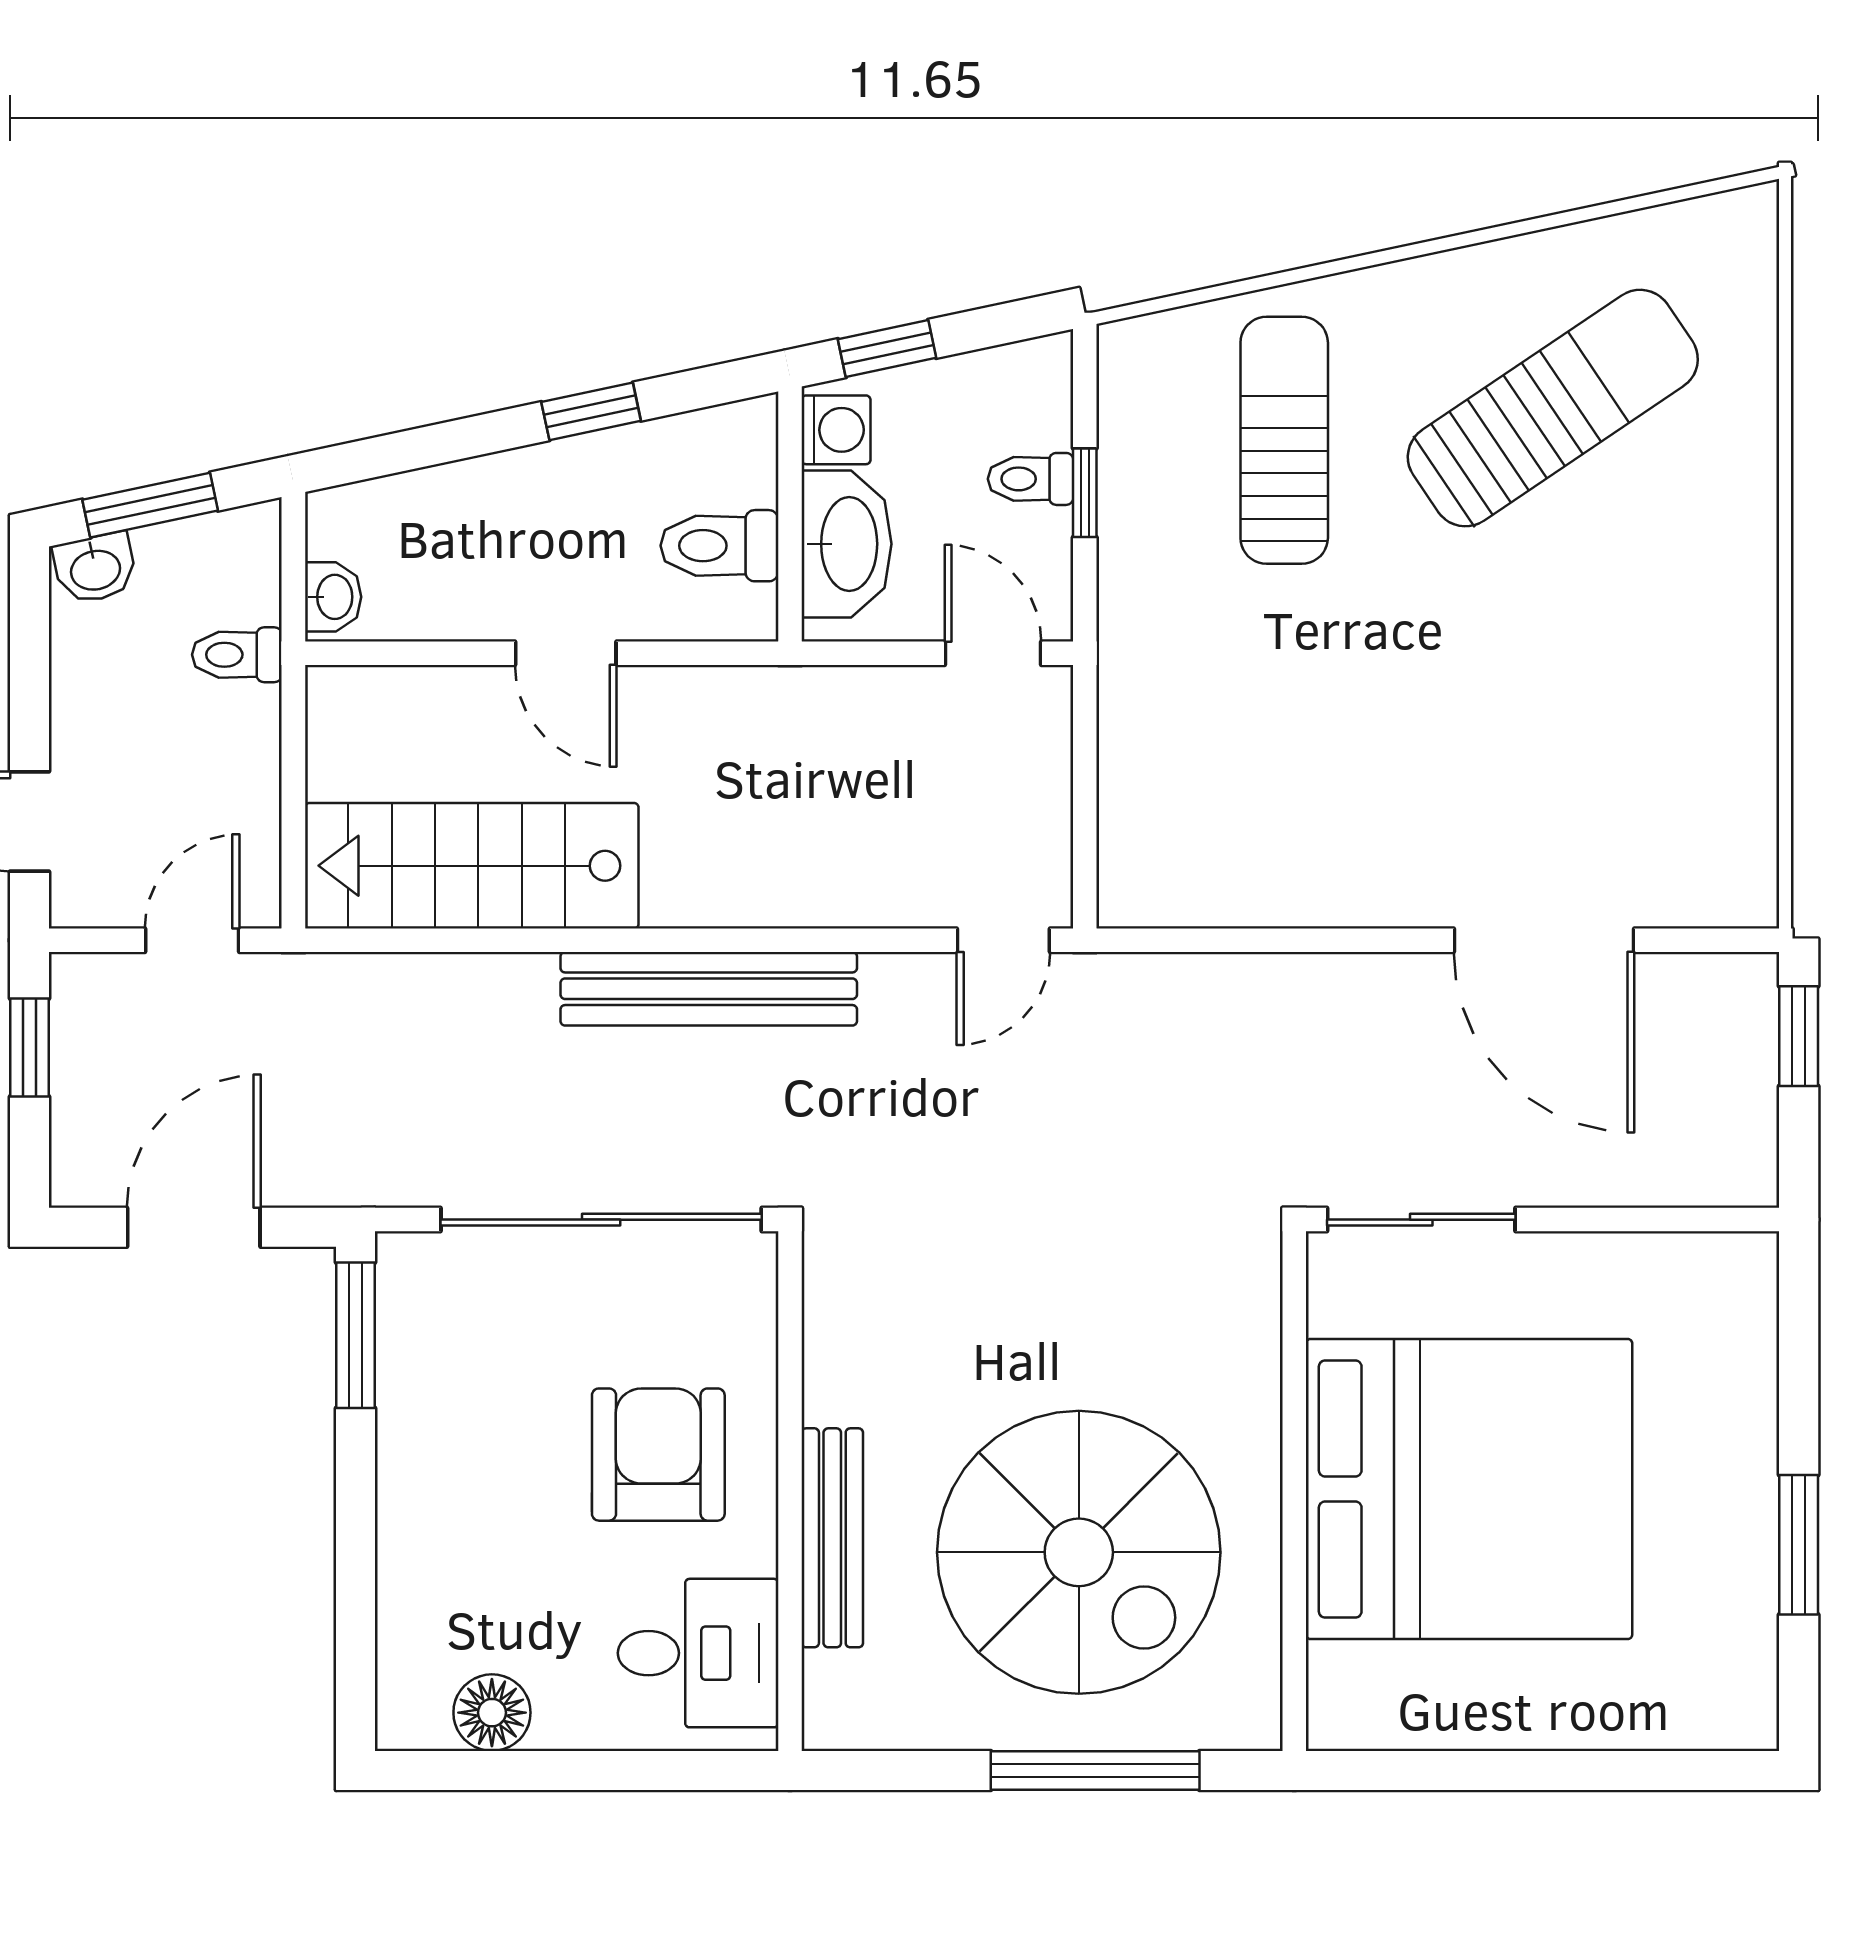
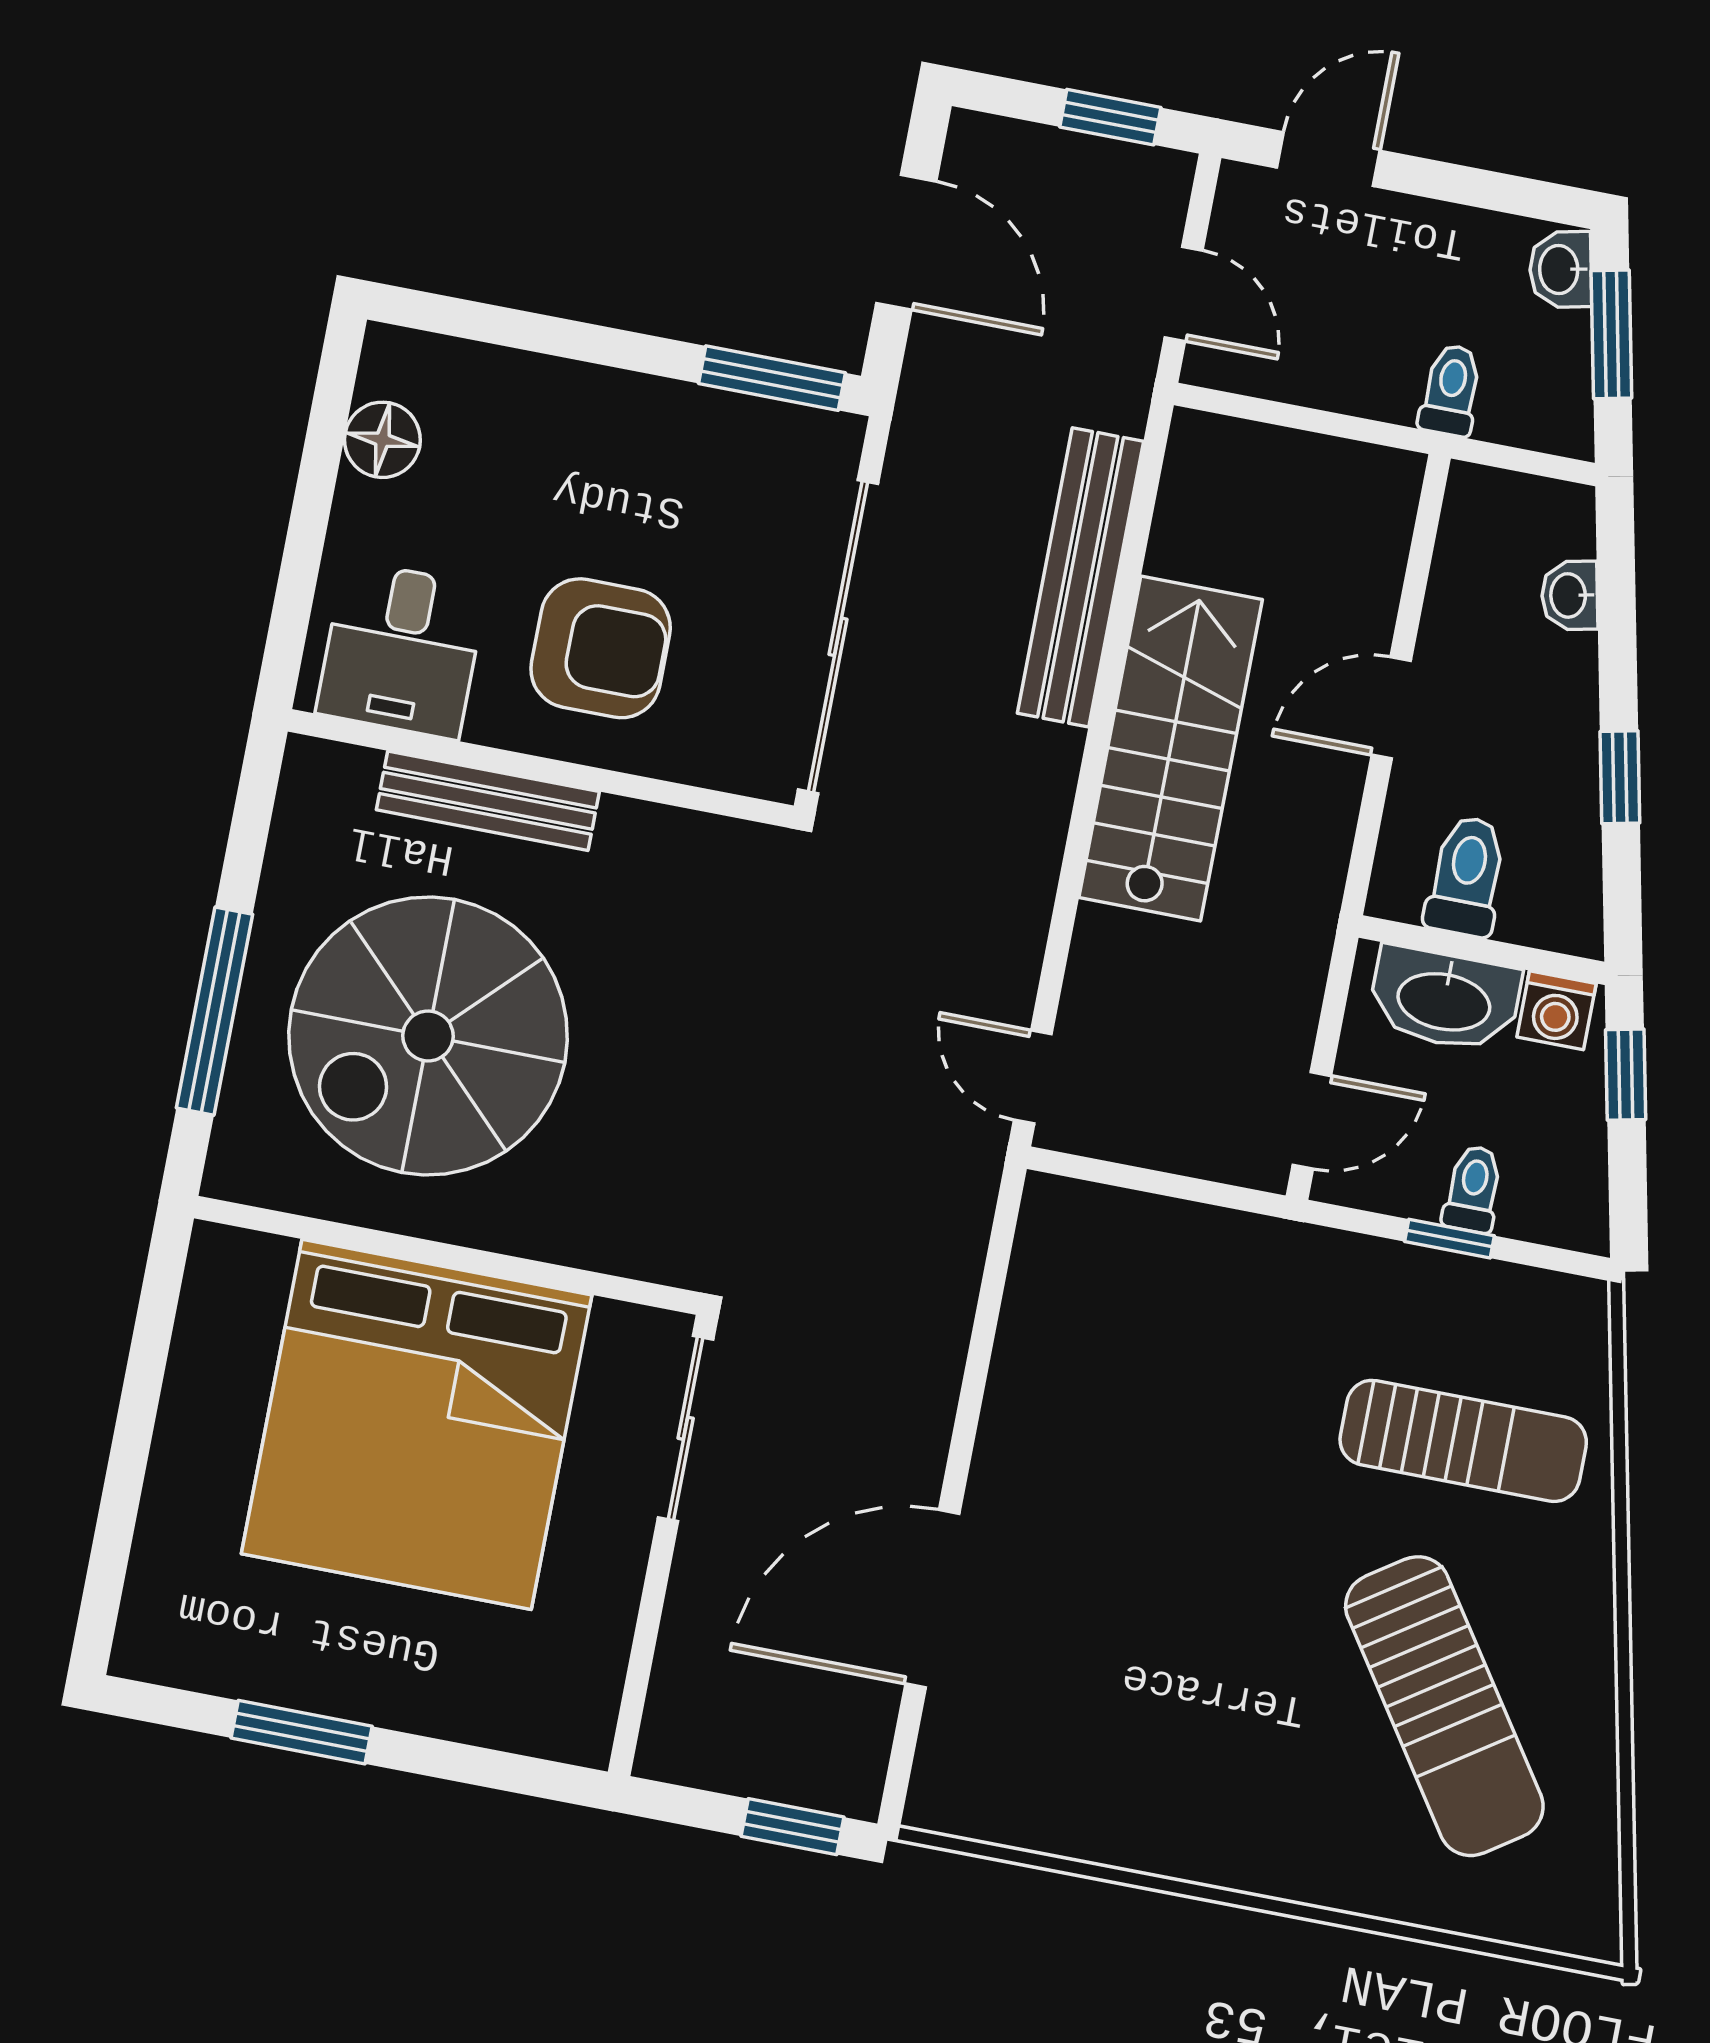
washbasin: (333, 597) -> (1570, 595), moved, turned 78
stairs: (472, 866) -> (1171, 748), moved
bench: (709, 989) -> (1080, 577), moved

